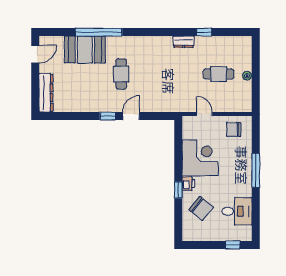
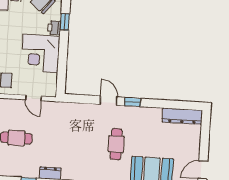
dresser: (46, 93) -> (182, 116), moved, turned -90
door: (131, 116) -> (109, 101), swing flipped

